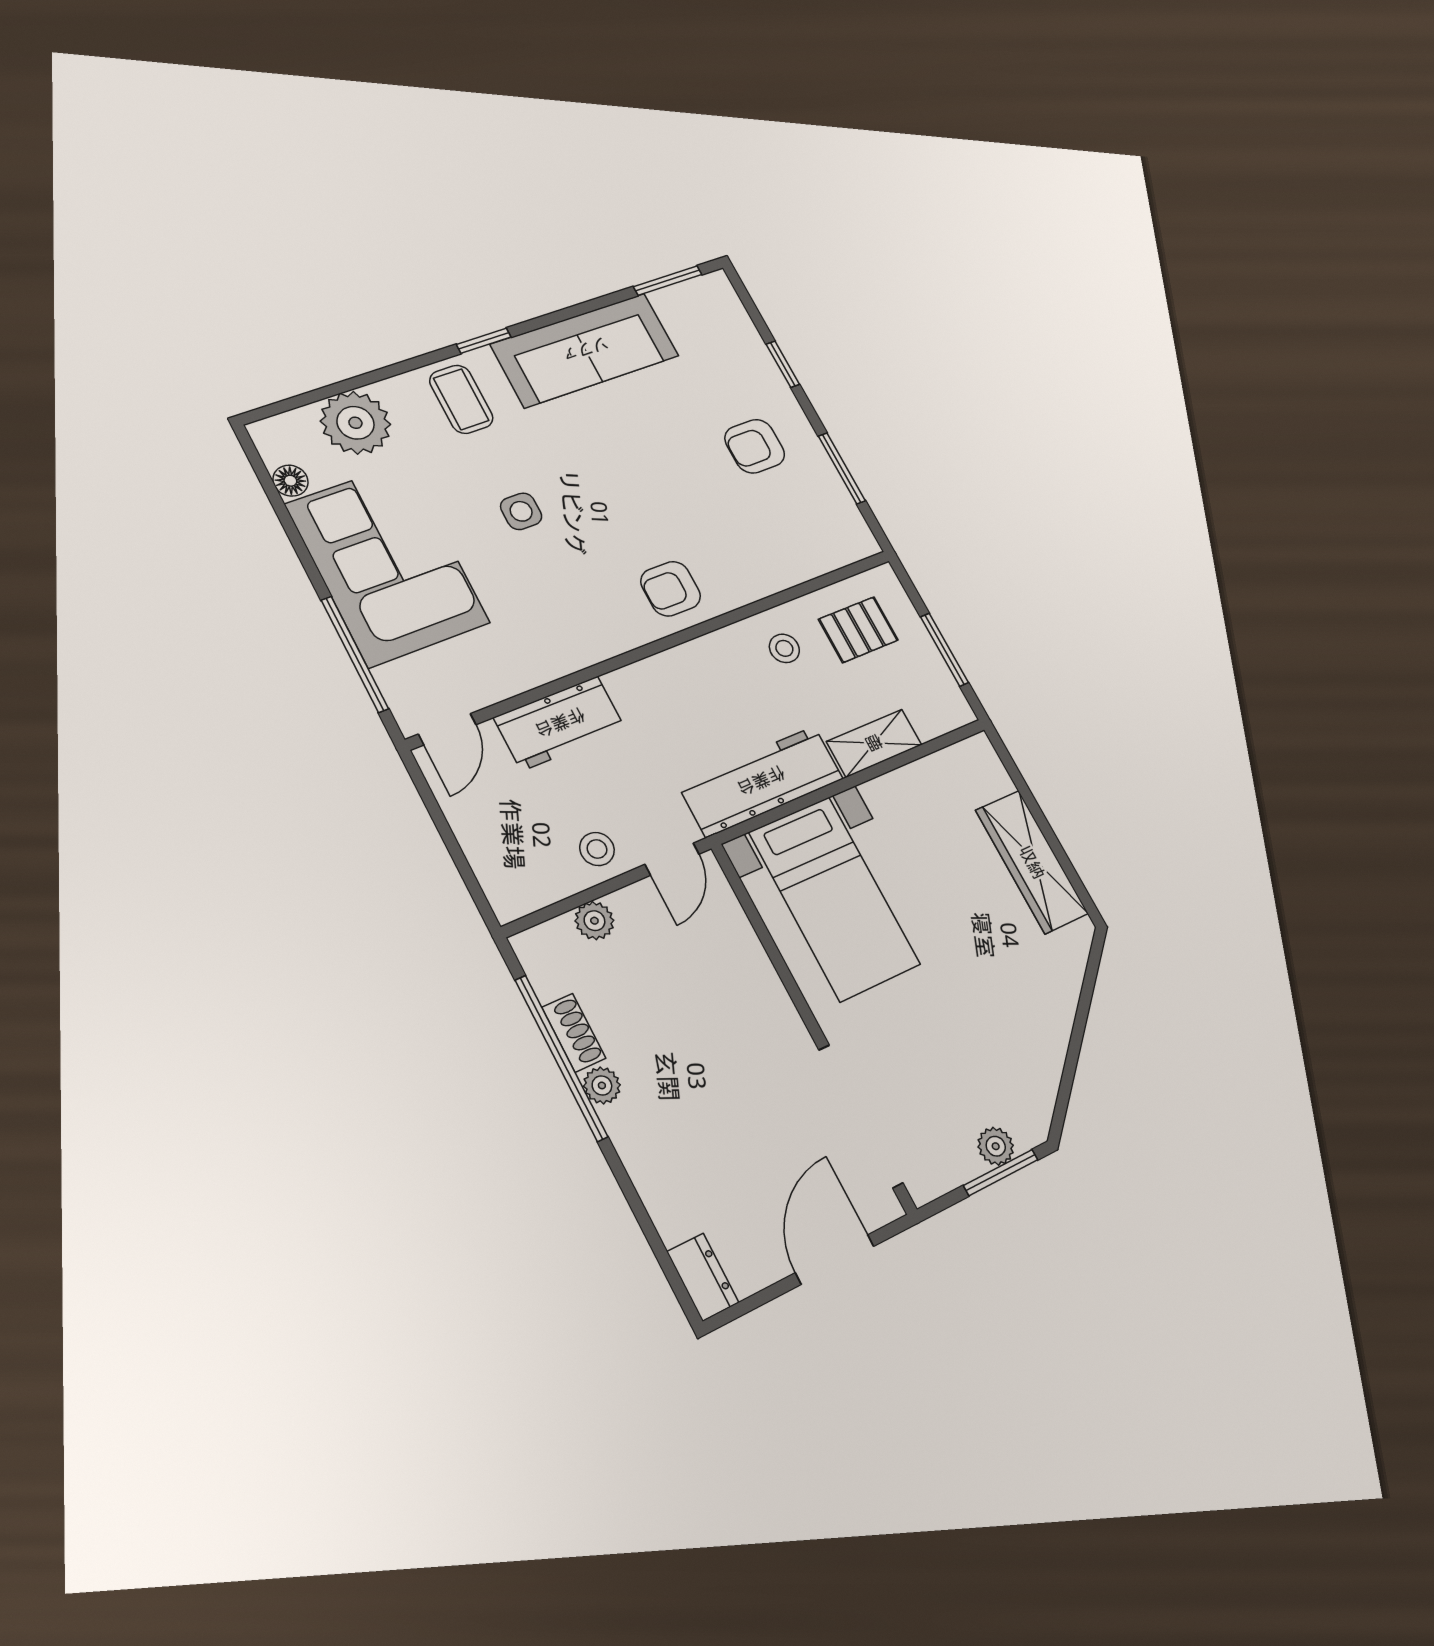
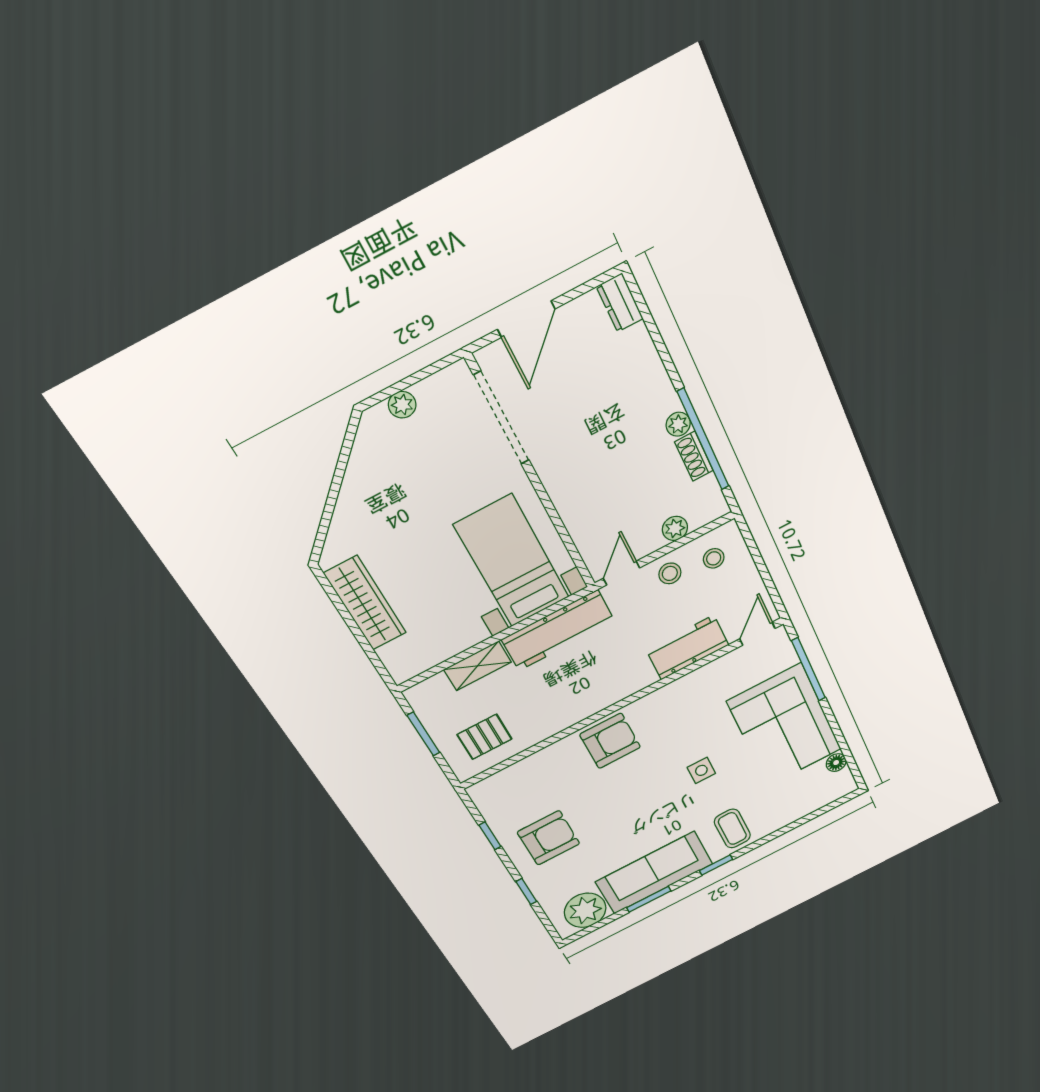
window: (668, 281) -> (649, 899), moved
plant: (355, 423) -> (585, 910), moved
armchair: (755, 446) -> (549, 838), width x1.38, depth x1.38
window: (842, 468) -> (490, 836), width x0.67
armchair: (671, 589) -> (610, 741), width x1.38, depth x1.38
stool: (784, 648) -> (714, 558), moved
window: (1001, 1173) -> (399, 386), removed

